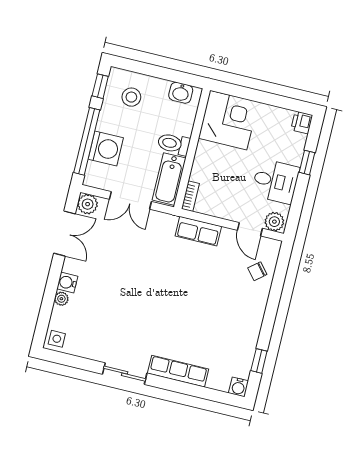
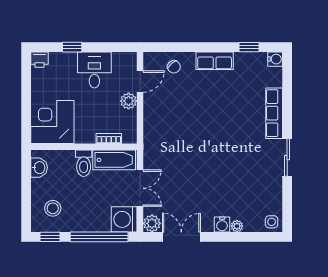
washing machine: (106, 148) -> (124, 219), moved, turned -90
bookcase: (190, 196) -> (109, 138), moved
plant: (274, 222) -> (129, 101), moved
row of seats: (198, 231) -> (215, 61), moved, turned 90

